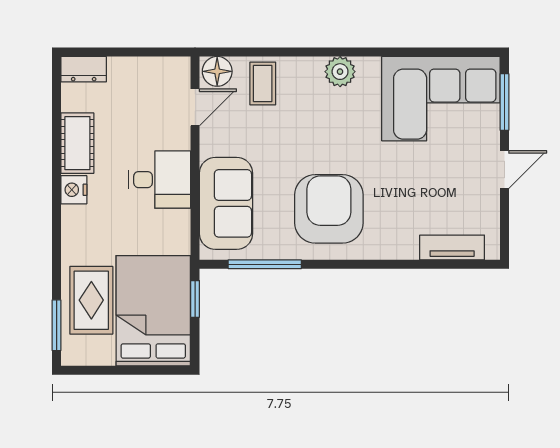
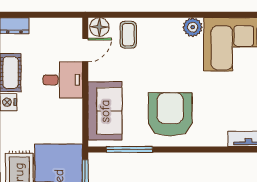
plant: (340, 72) -> (193, 27), moved
desk: (160, 180) -> (63, 80), moved

